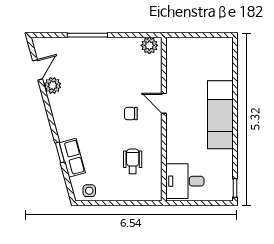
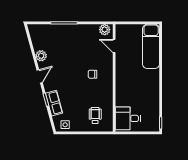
door: (38, 70) -> (40, 76), moved
door: (164, 103) -> (114, 46), moved
exam couch: (220, 115) -> (151, 46), moved
wheelchair: (133, 161) -> (95, 115), moved

